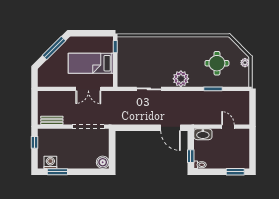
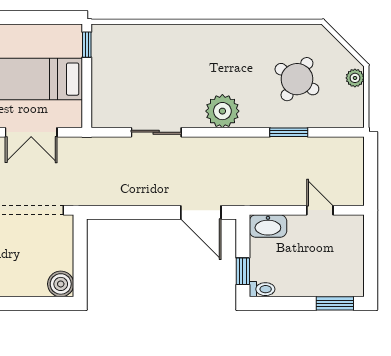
round table: (217, 63) -> (297, 79), turned 32

